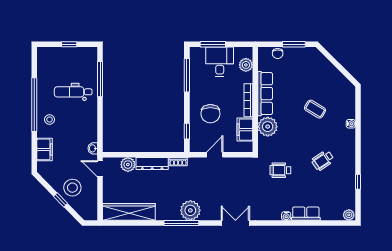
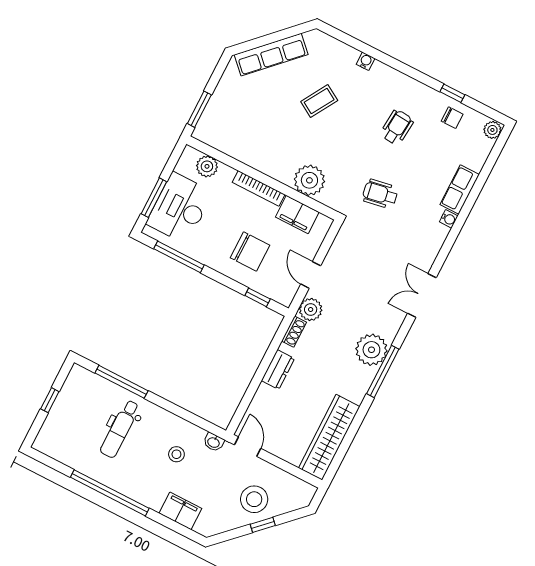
window: (294, 44) -> (199, 109), moved
chair: (278, 53) -> (452, 118), moved
desk: (220, 62) -> (180, 208), width x1.37
row of seats: (265, 94) -> (271, 55), moved, turned 135
stool: (50, 119) -> (176, 454), moved
wheelchair: (323, 160) -> (397, 127), turned -141
dresser: (152, 164) -> (278, 370), width x0.70
plant: (128, 165) -> (311, 309), moved
door: (100, 169) -> (248, 447), swing flipped
wheelchair: (280, 170) -> (380, 194), turned 80

